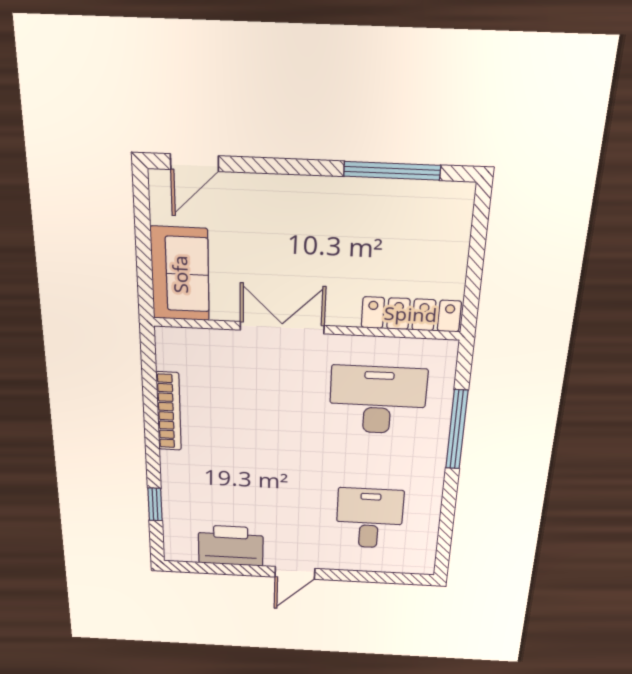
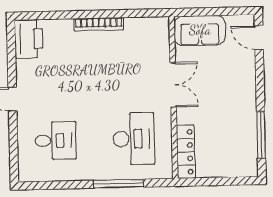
bookcase: (169, 411) -> (99, 24), moved
window: (155, 504) -> (55, 15), removed
printer: (231, 546) -> (29, 39), moved

